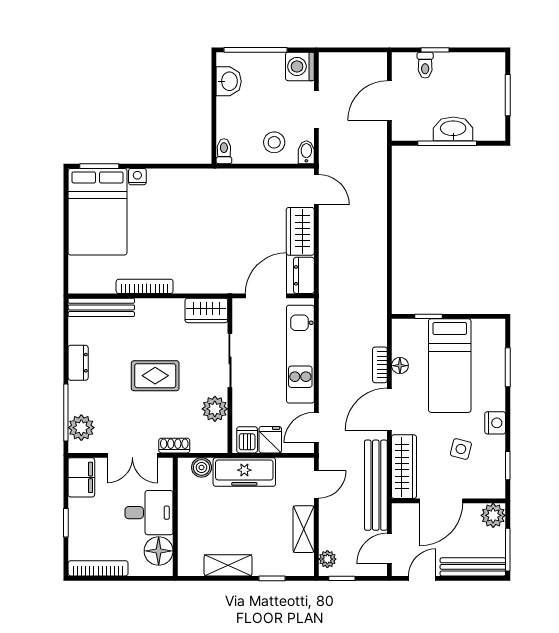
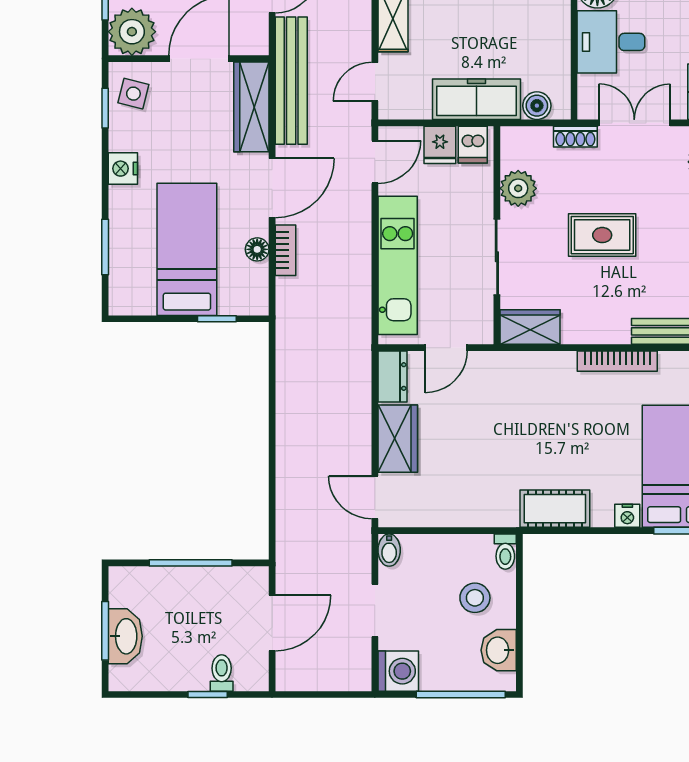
washbasin: (453, 129) -> (125, 636), moved, turned -90
stool: (274, 142) -> (475, 598), moved
cot: (189, 182) -> (555, 509), added
door: (266, 296) -> (446, 348), width x0.73
side table: (461, 449) -> (133, 94), moved
plant: (493, 515) -> (132, 32), width x1.36, depth x1.36

